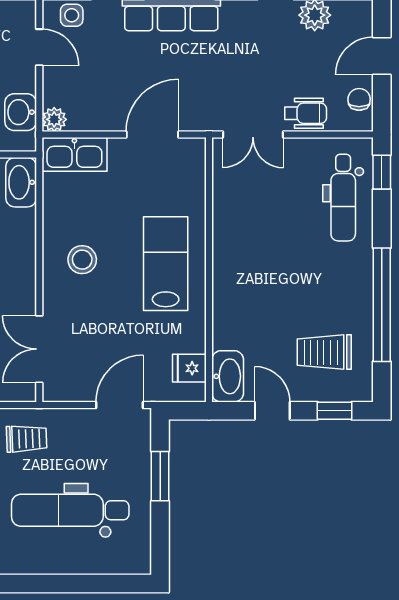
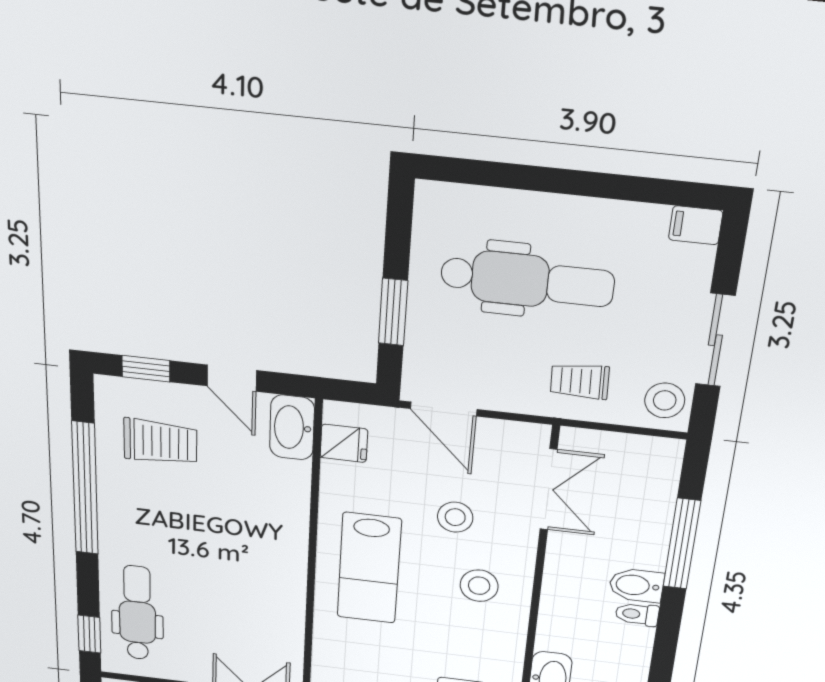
stool: (105, 317) -> (455, 517), added
door: (120, 405) -> (444, 409), hinge flipped

